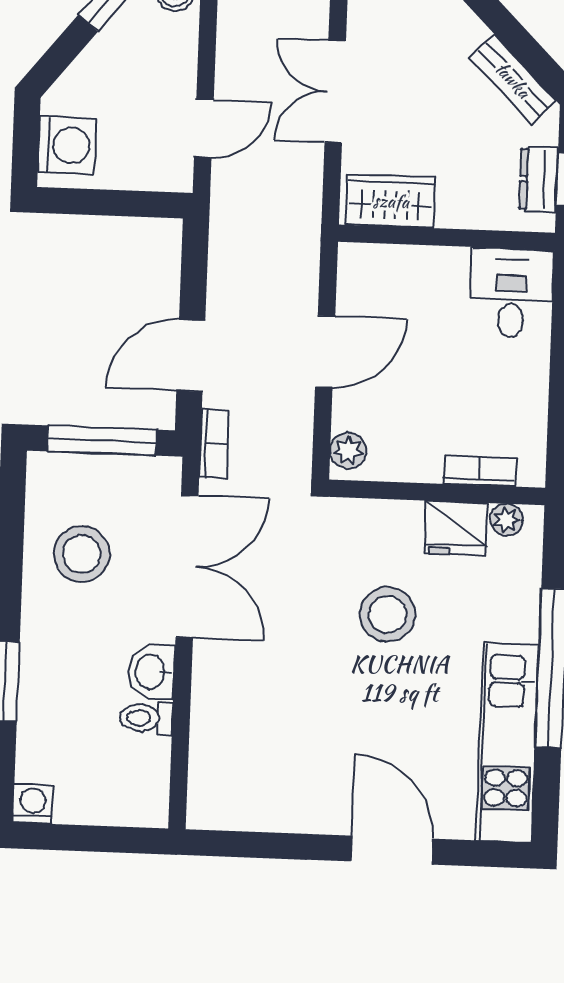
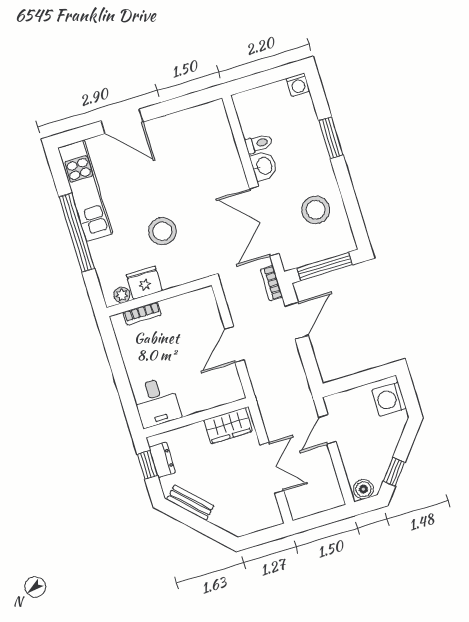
plant: (348, 451) -> (207, 302), removed

